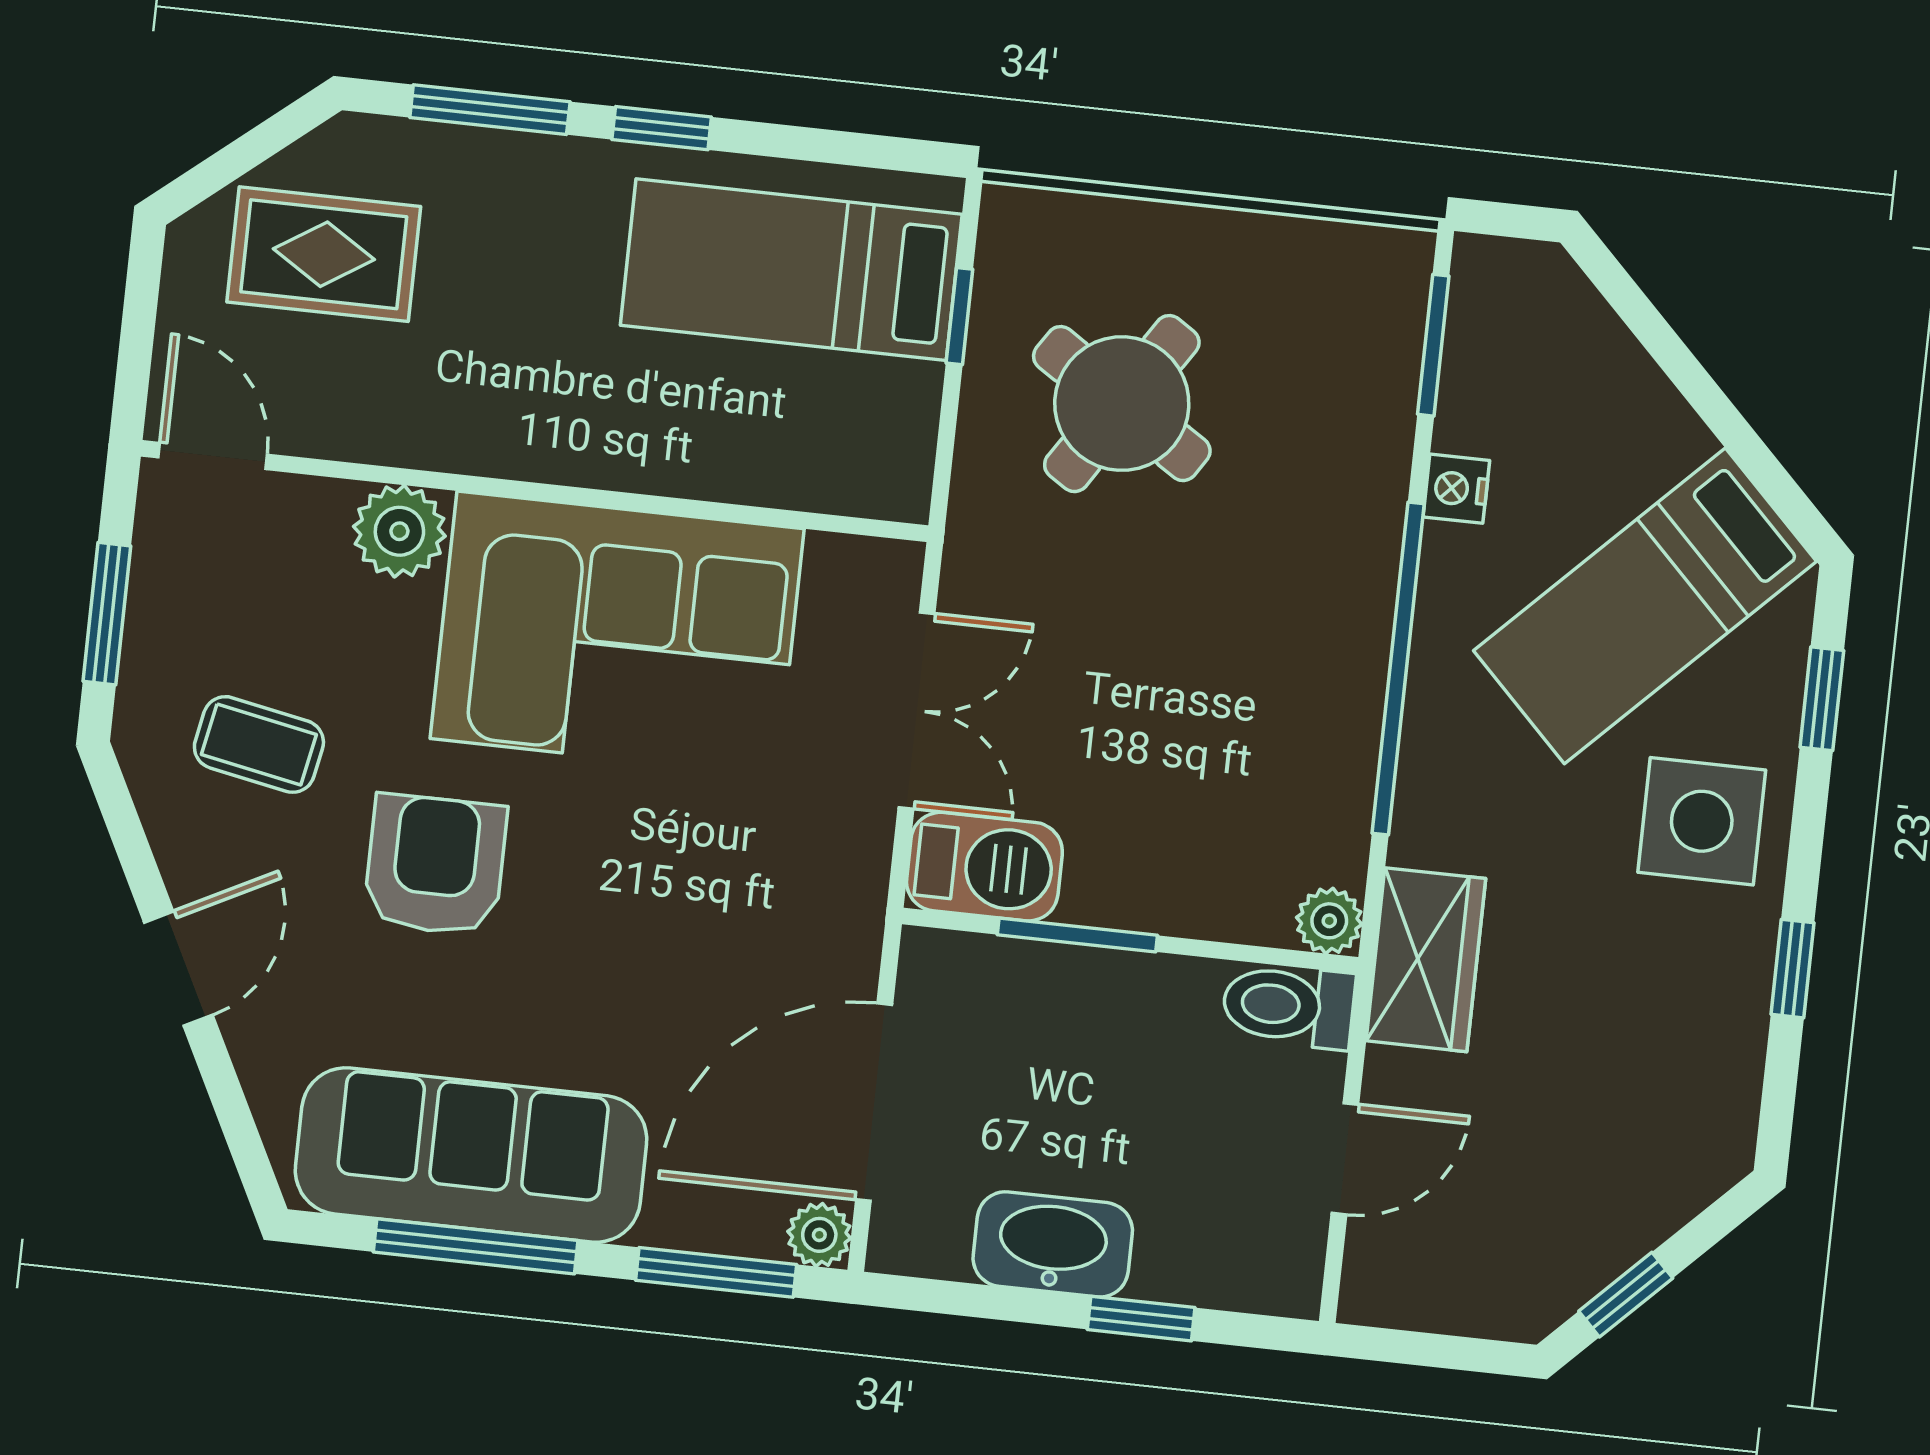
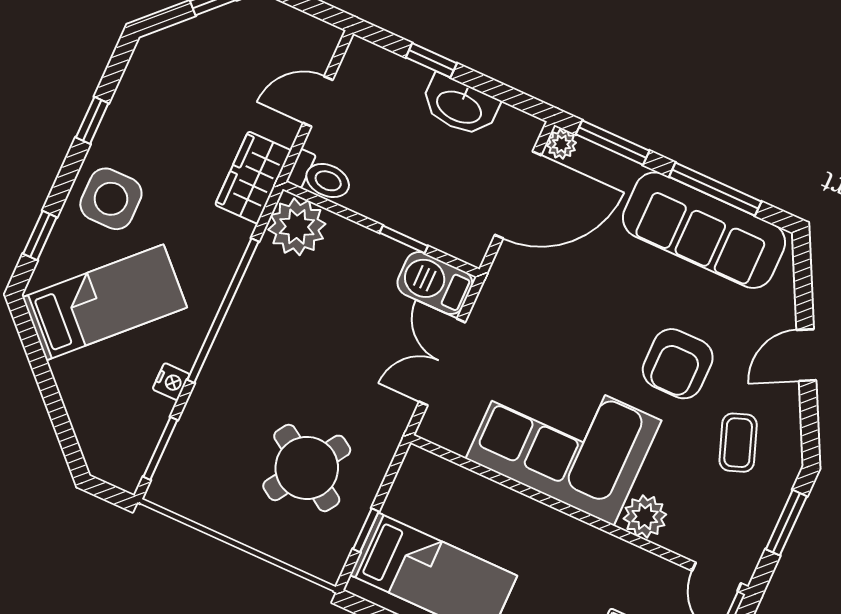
coffee table: (259, 744) -> (738, 443), turned 59
plant: (1329, 921) -> (297, 227), width x1.88, depth x1.88
window: (1077, 935) -> (404, 239), width x0.67

